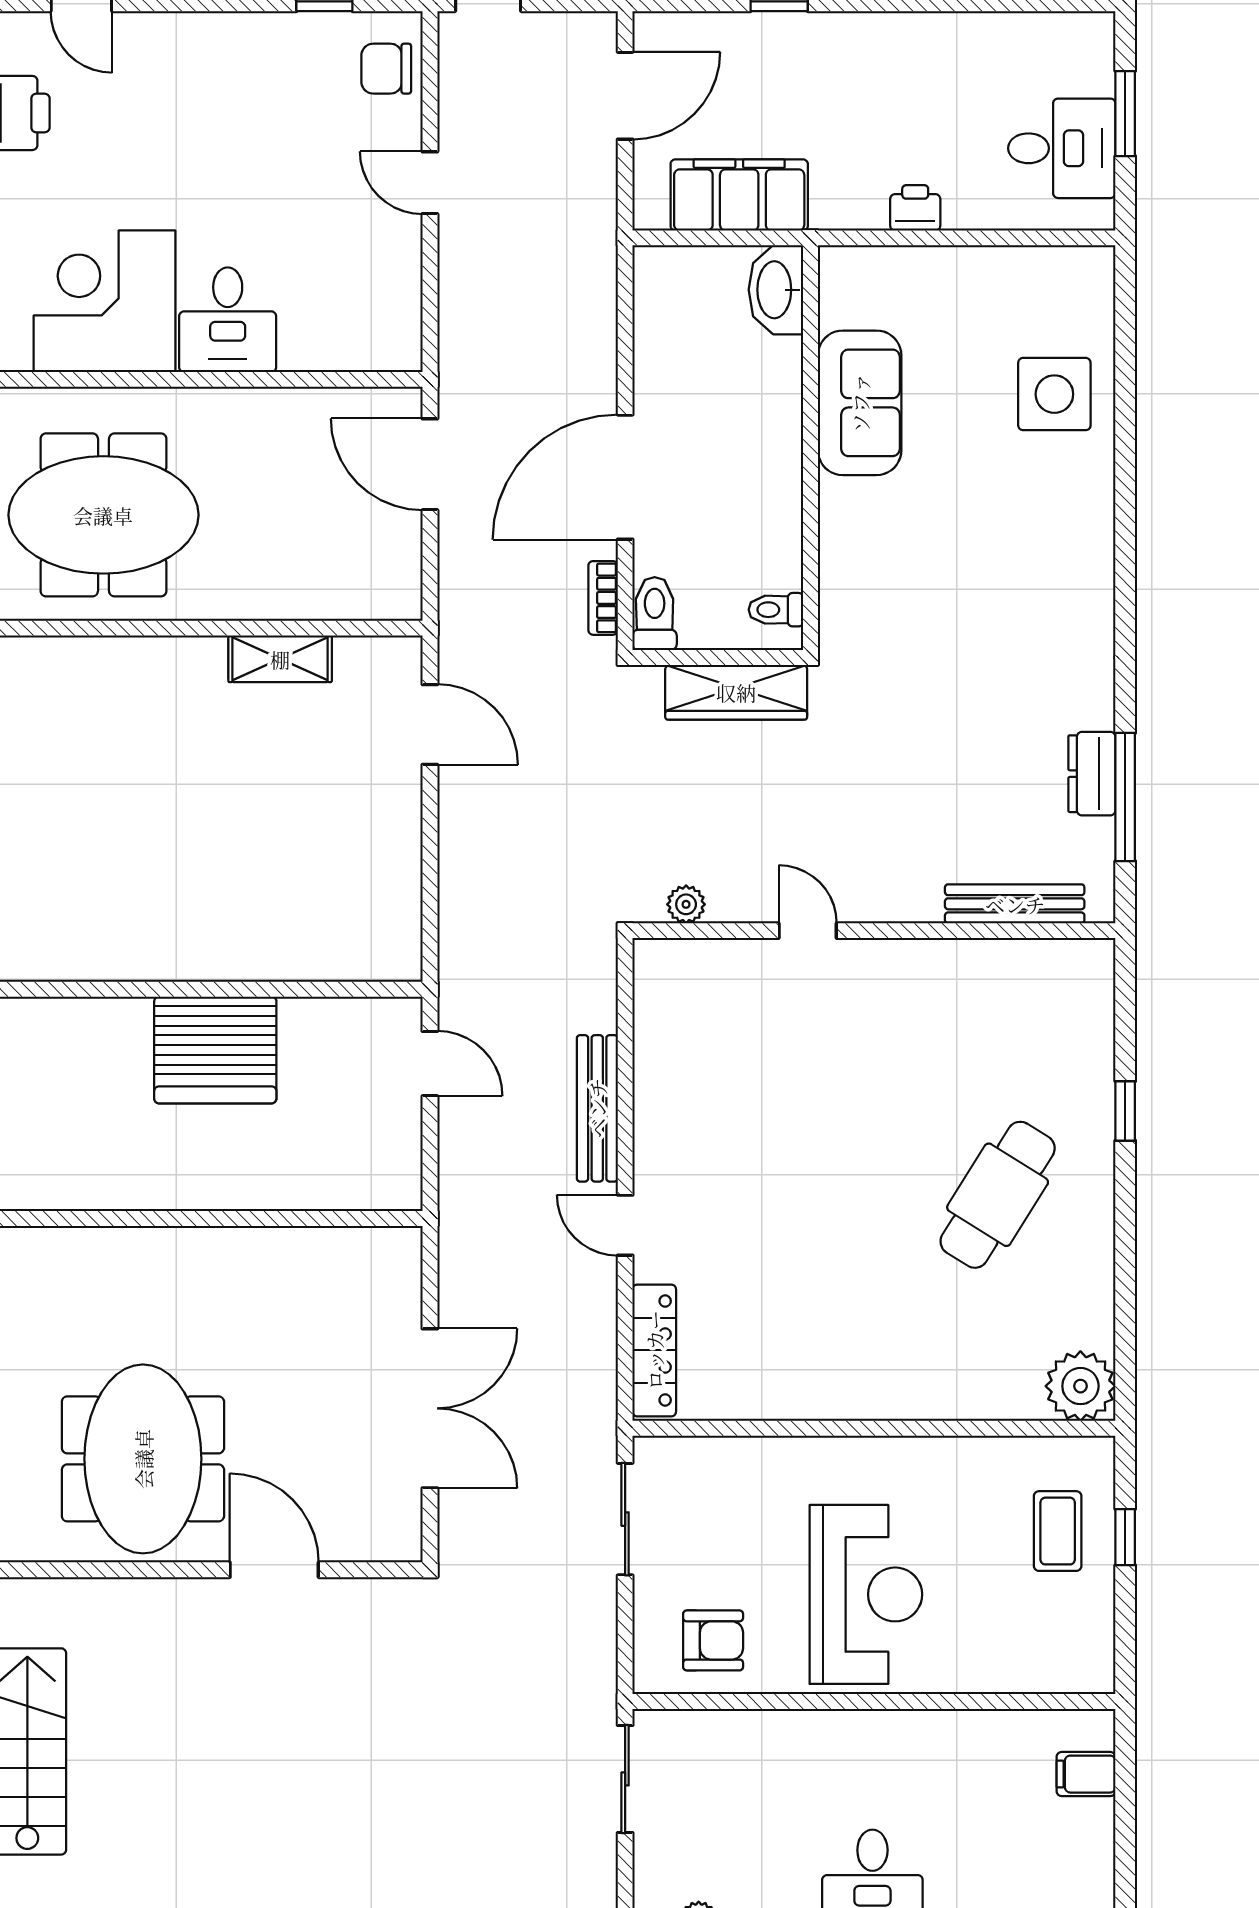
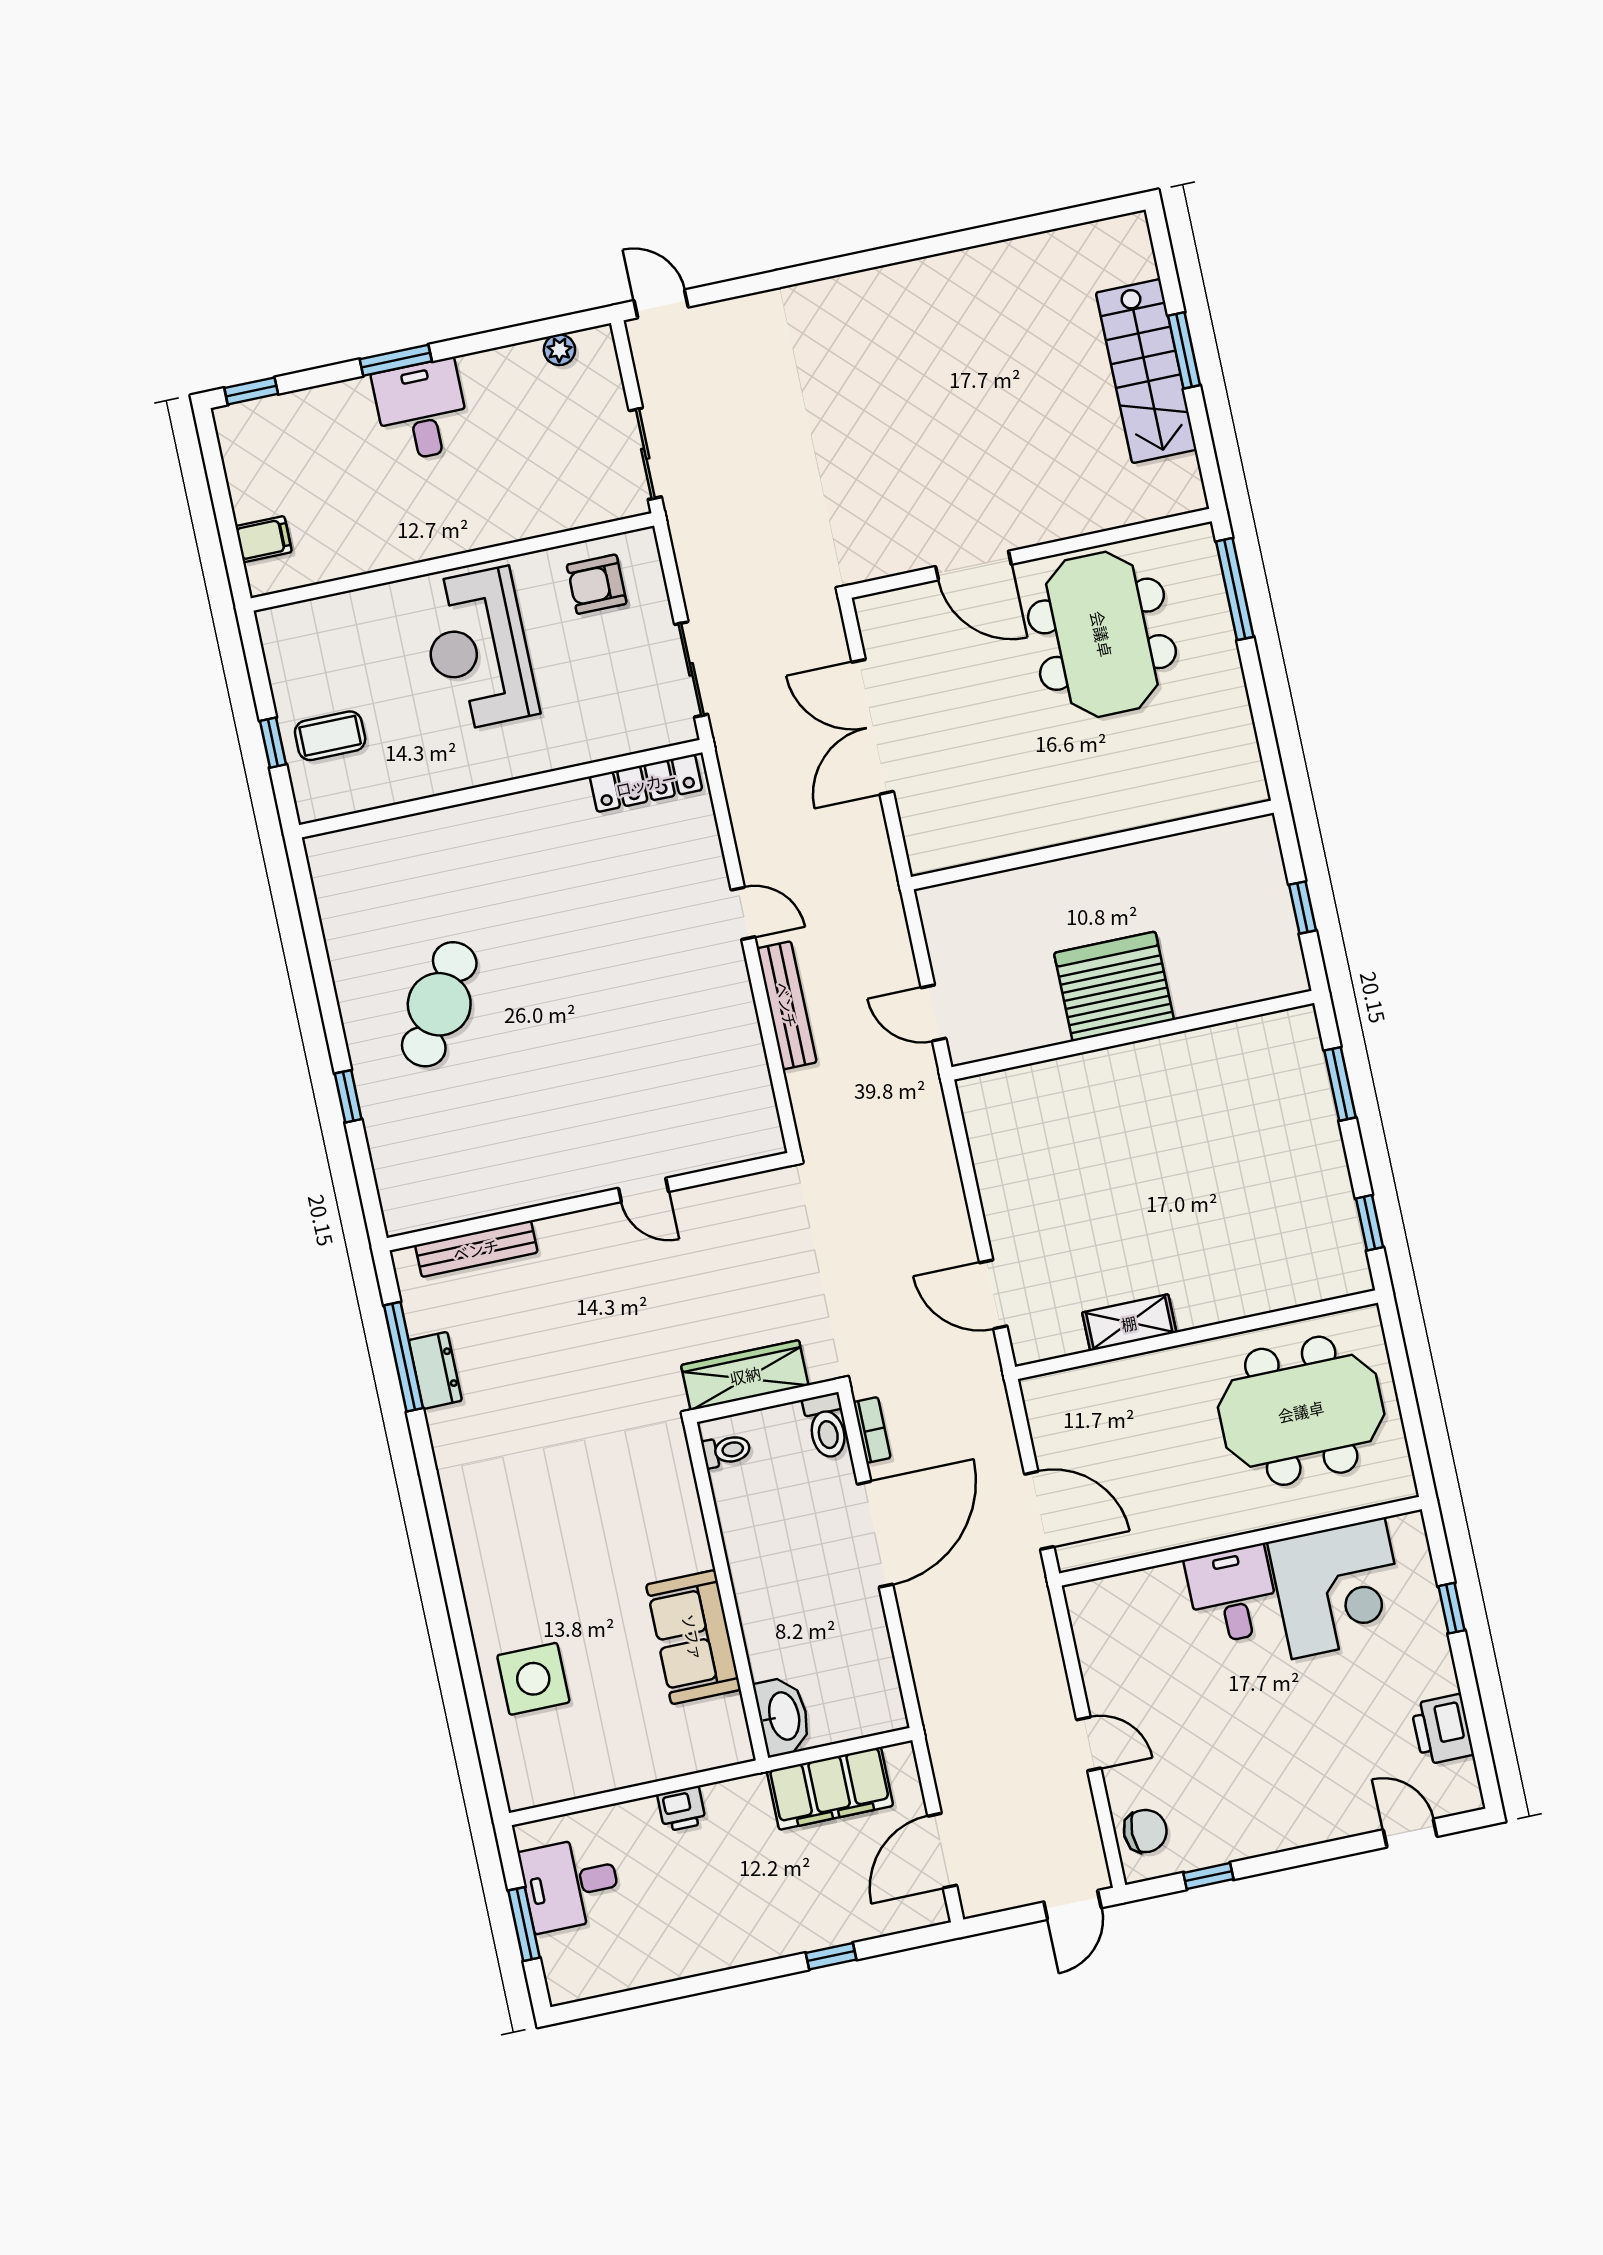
plant: (686, 904) -> (749, 1190), removed
locker: (654, 1350) -> (646, 783), moved, turned -90
plant: (1080, 1386) -> (337, 860), removed
coffee table: (1058, 1531) -> (330, 736), turned 90

